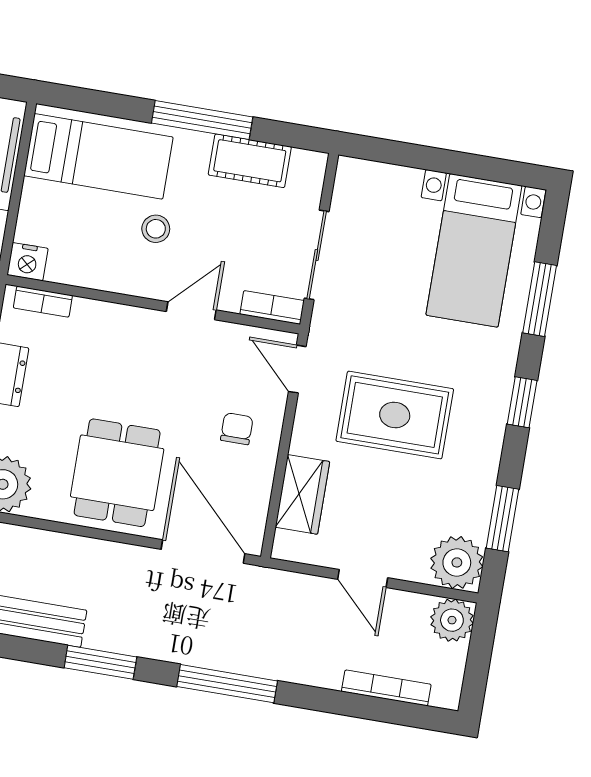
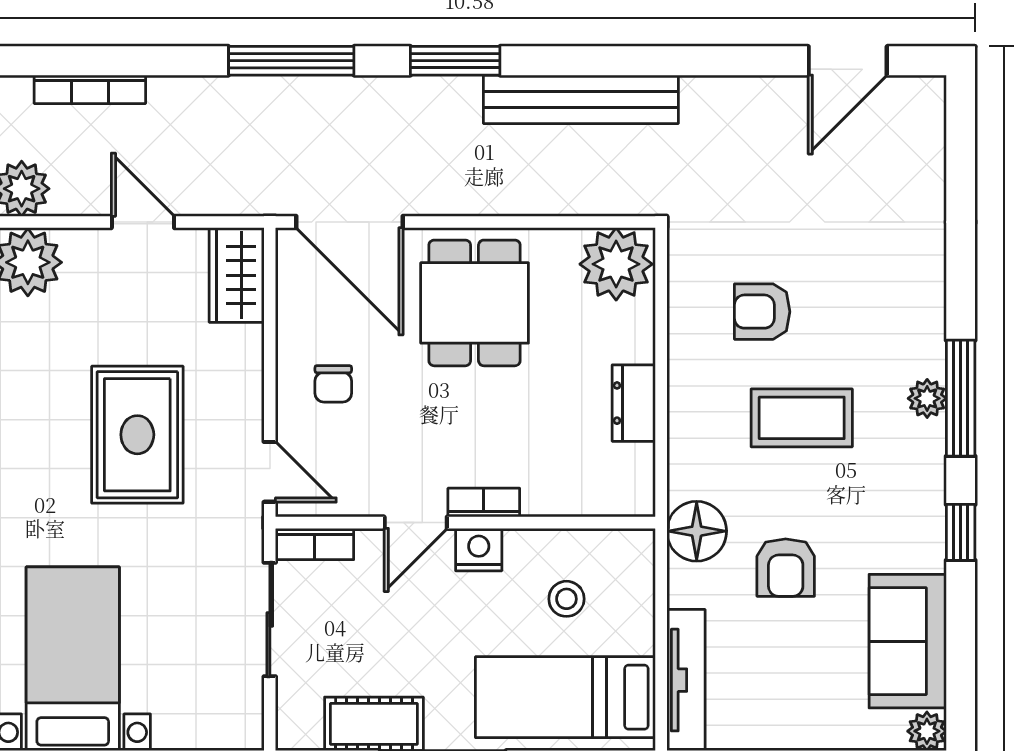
stool: (156, 229) -> (566, 599), moved
nightstand: (28, 262) -> (479, 550), moved
bookcase: (43, 302) -> (484, 503), moved
rug: (395, 415) -> (137, 435), turned 90
wardrobe: (302, 494) -> (237, 275), moved

